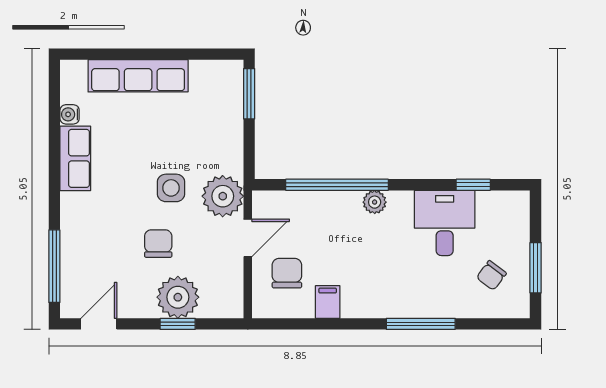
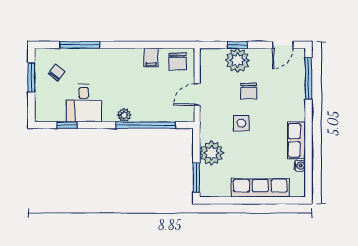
plant: (223, 196) -> (212, 153), moved
chair: (287, 273) -> (178, 61), moved
window: (421, 324) -> (80, 45), moved

